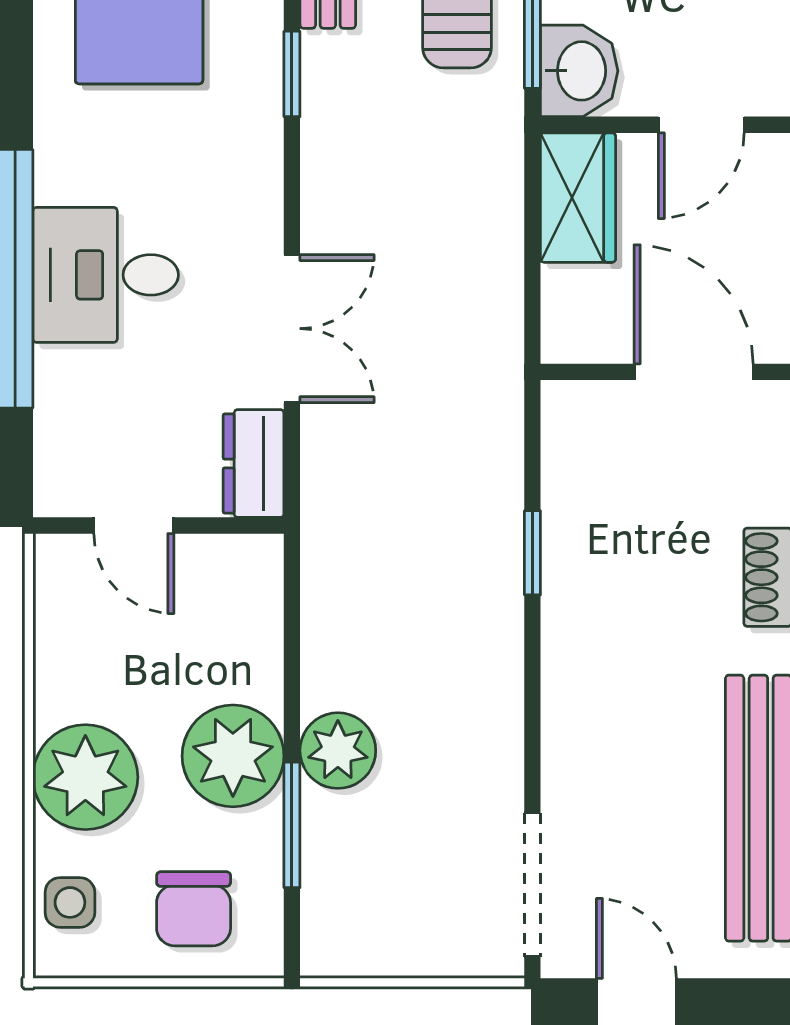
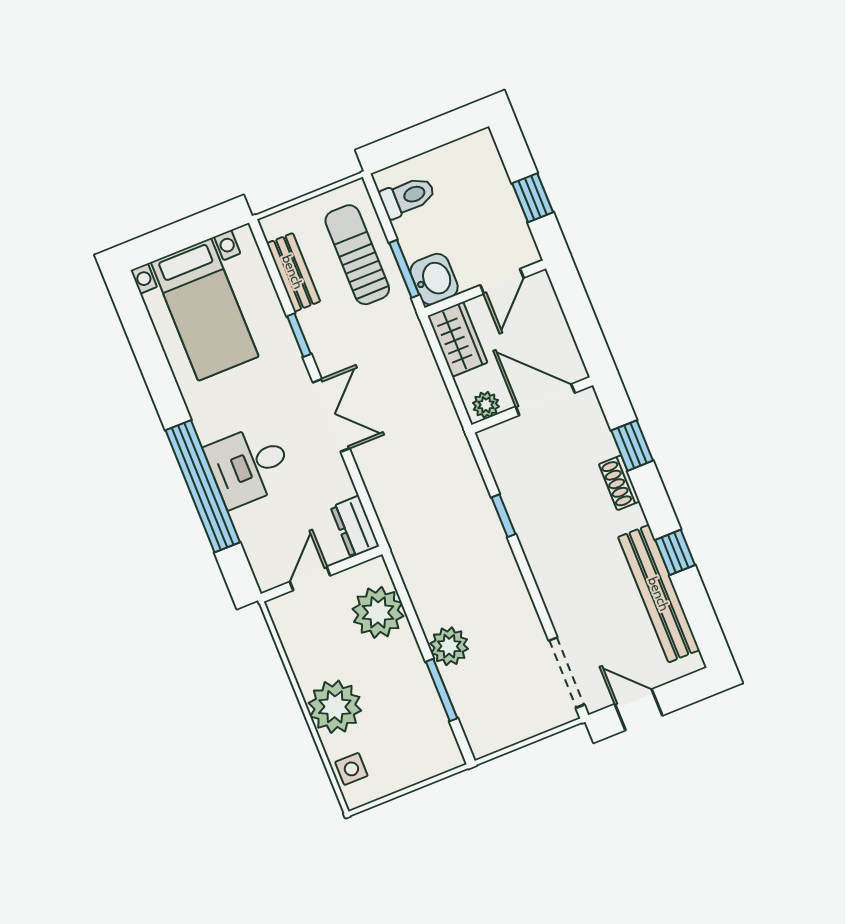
double door: (292, 329) -> (331, 415), moved
plant: (582, 338) -> (486, 405), added
door: (134, 525) -> (310, 579), swing flipped
plant: (233, 756) -> (378, 612), moved
chair: (194, 909) -> (411, 748), removed

